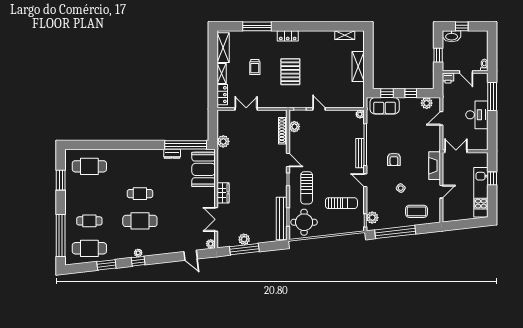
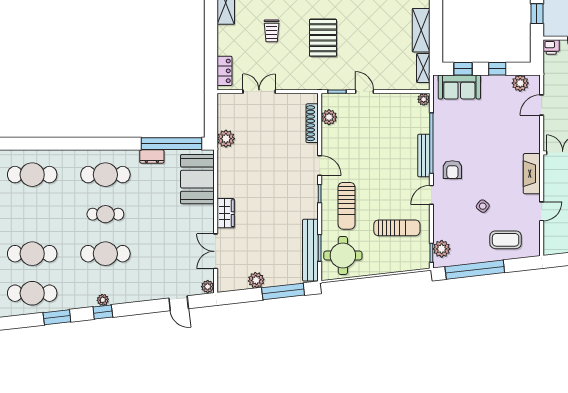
shelving: (222, 73) -> (423, 68), moved
armchair: (394, 159) -> (452, 170), moved
cafe table: (140, 166) -> (105, 175), added
door: (365, 180) -> (431, 195), hinge flipped
cafe table: (89, 221) -> (32, 254), width x1.37, depth x1.35
window: (244, 249) -> (283, 291), moved

